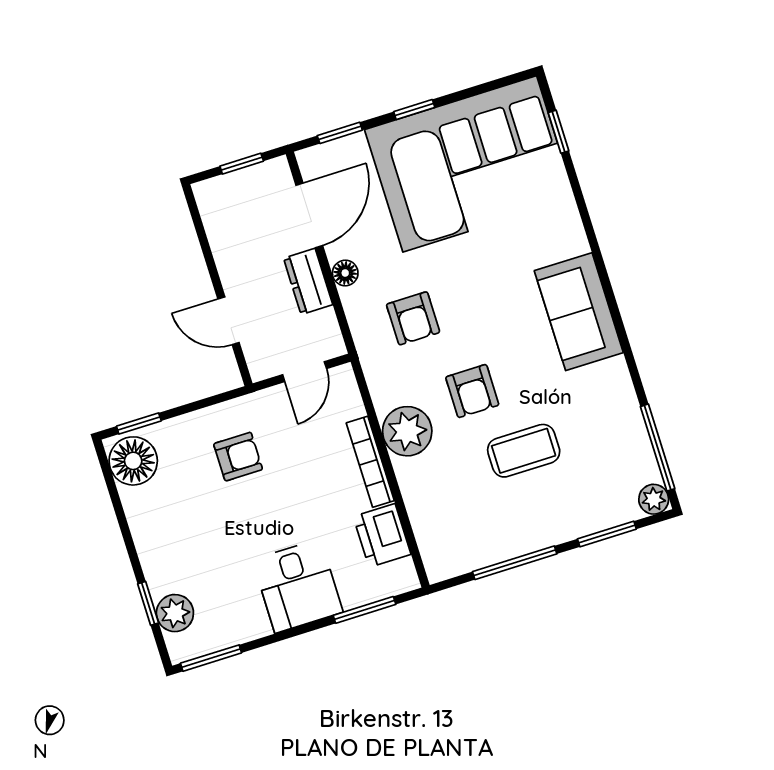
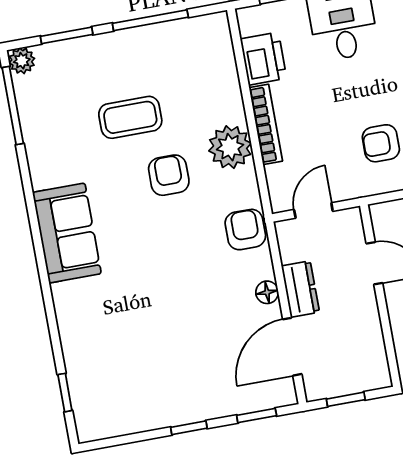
corner sofa: (470, 164) -> (146, 374), removed
armchair: (413, 318) -> (245, 230), moved

